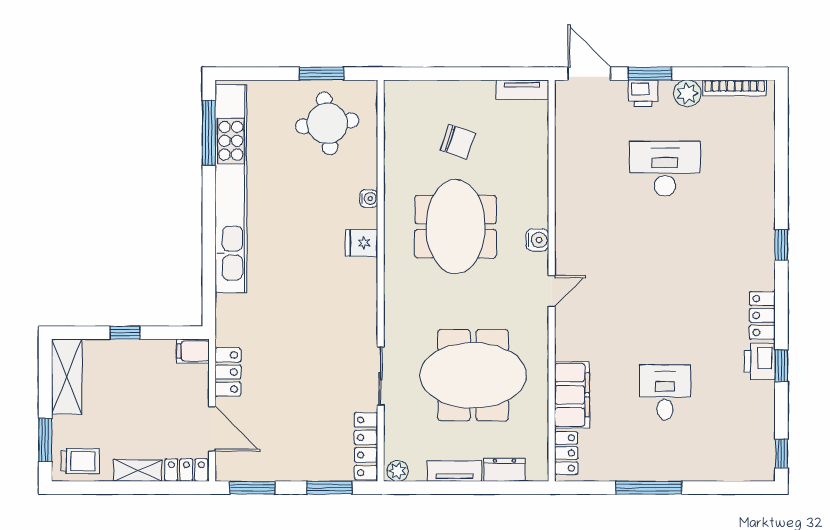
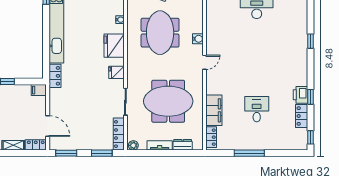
fridge: (362, 243) -> (114, 46), width x1.88, depth x1.34
fridge: (361, 313) -> (116, 72), added
locker: (762, 315) -> (302, 116), moved
locker: (228, 372) -> (55, 76), moved

